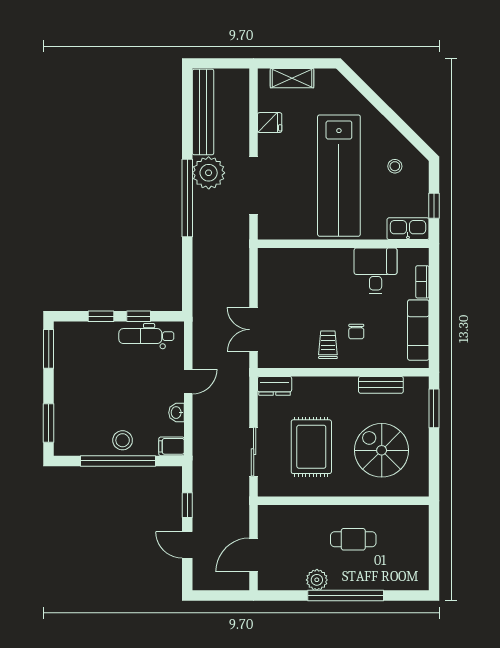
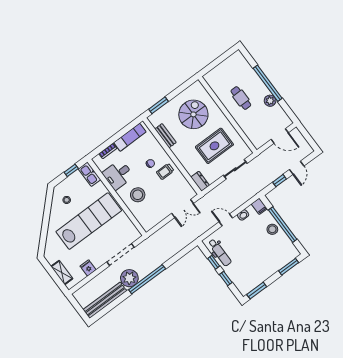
stool: (324, 278) -> (138, 195), added
spiral stairs: (382, 450) -> (193, 114), turned 180

